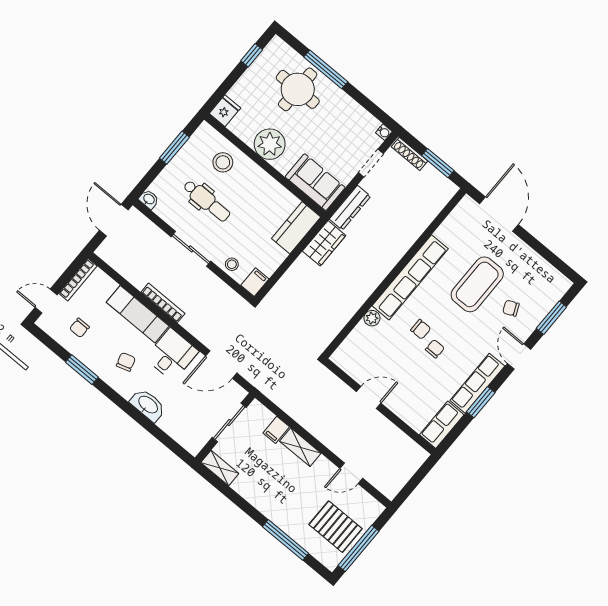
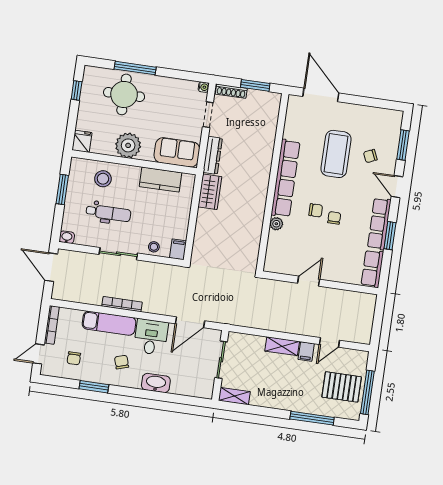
kitchen counter: (296, 228) -> (160, 180), moved, turned -90
filing cabinet: (276, 430) -> (306, 352), moved

